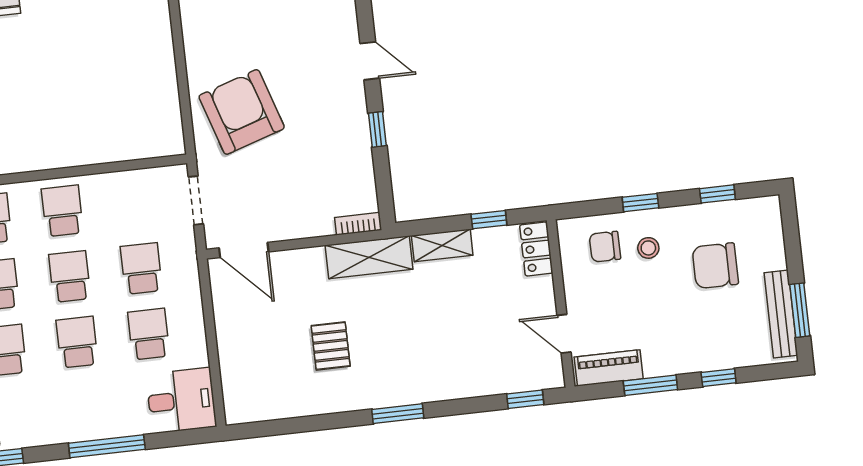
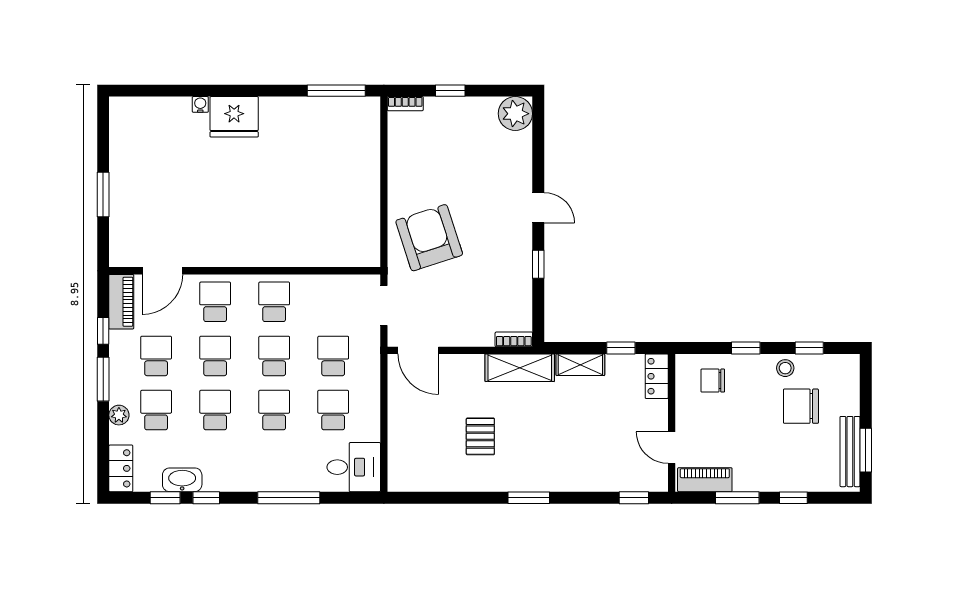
stool: (648, 248) -> (785, 368), moved

